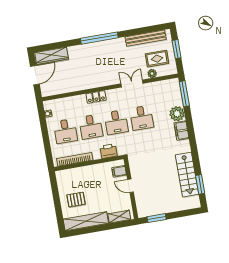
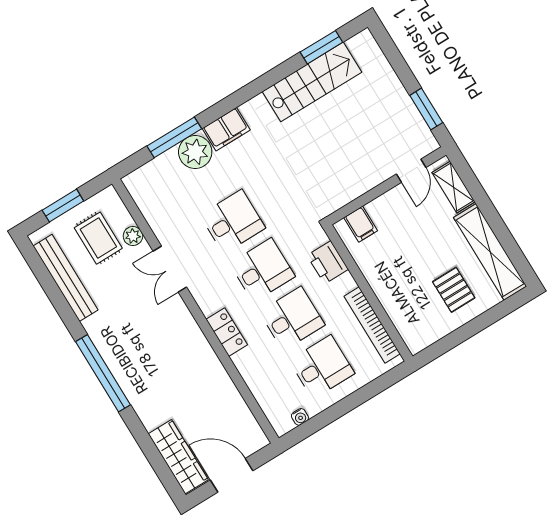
window: (184, 94) -> (174, 137), moved
door: (130, 186) -> (411, 171), moved

